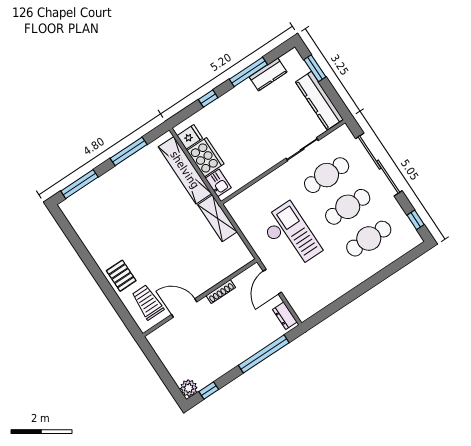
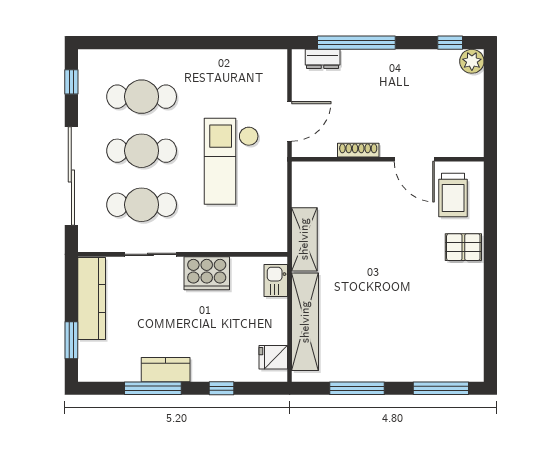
kitchen counter: (268, 74) -> (166, 370), moved
cooker: (205, 157) -> (207, 273), moved, turned -90
pallet: (121, 276) -> (463, 247), turned 90
dresser: (285, 316) -> (323, 59), moved, turned 90

